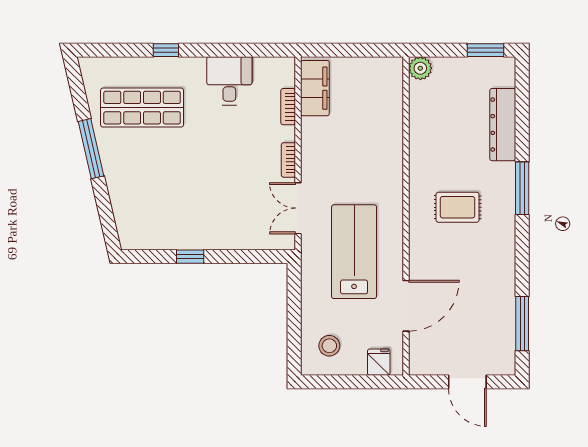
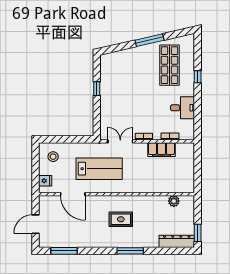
plant: (420, 68) -> (174, 201), moved
filing cabinet: (315, 88) -> (161, 150), moved
dresser: (503, 125) -> (177, 241), moved
rug: (458, 207) -> (121, 219), turned 90

